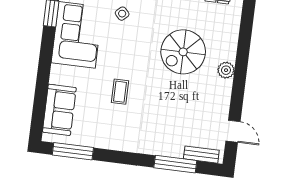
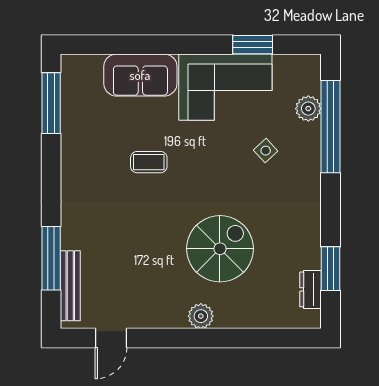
spiral stairs: (183, 52) -> (220, 249), turned 90
sofa: (59, 110) -> (140, 75), moved
bench: (201, 155) -> (70, 286), width x1.36

